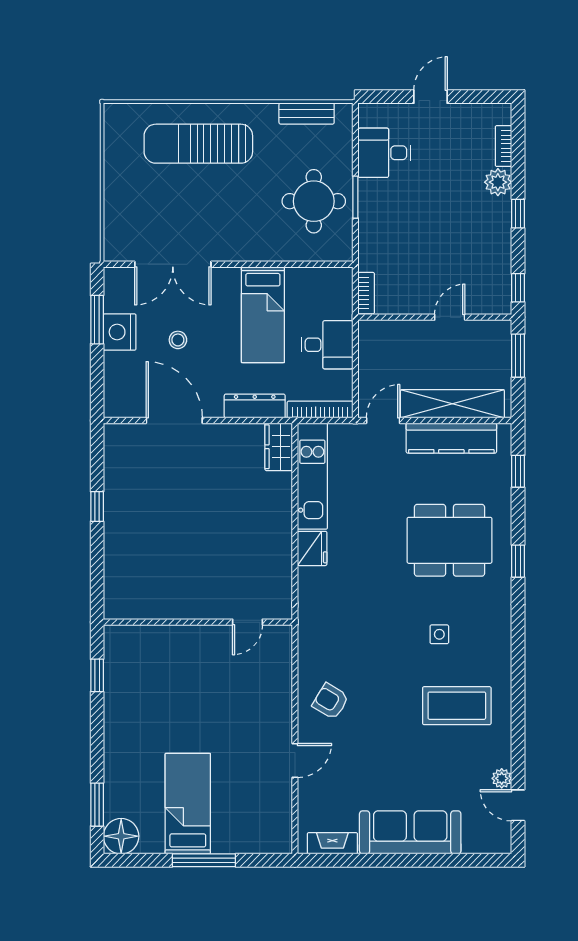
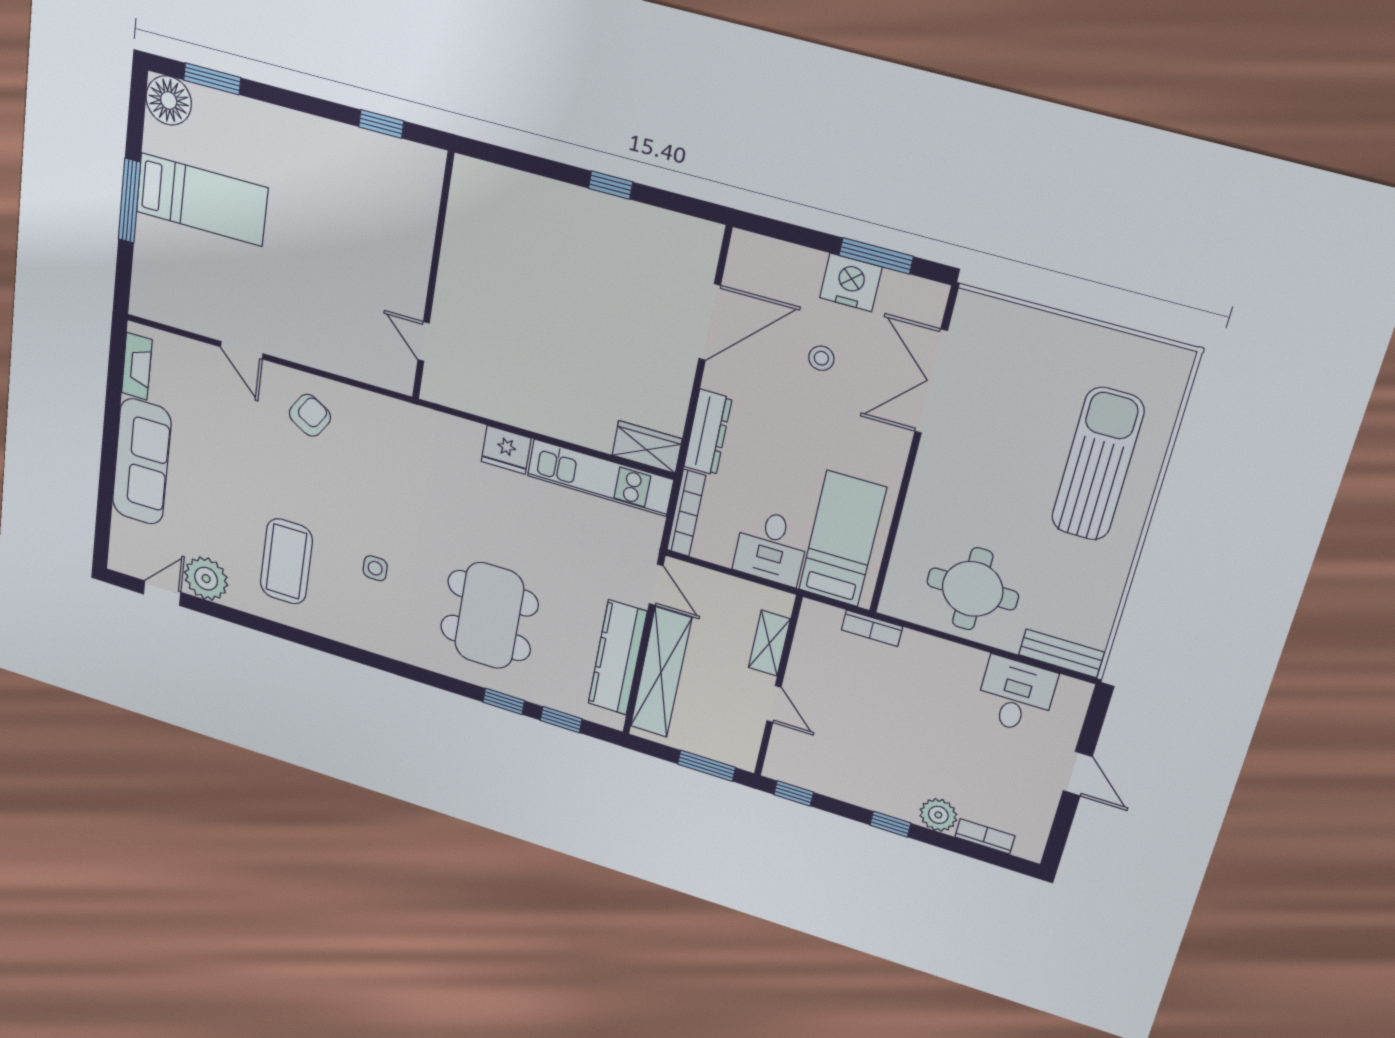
bench: (307, 113) -> (1061, 653), moved, turned 90
window: (355, 197) -> (964, 642), removed
bookcase: (366, 293) -> (872, 628), moved
bed: (263, 315) -> (842, 539), moved, turned 90
shelving: (402, 331) -> (769, 643), added
window: (518, 561) -> (504, 701), moved
plant: (502, 778) -> (206, 579), width x1.88, depth x1.88

